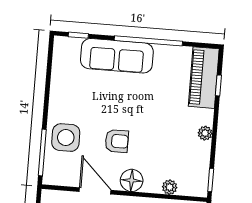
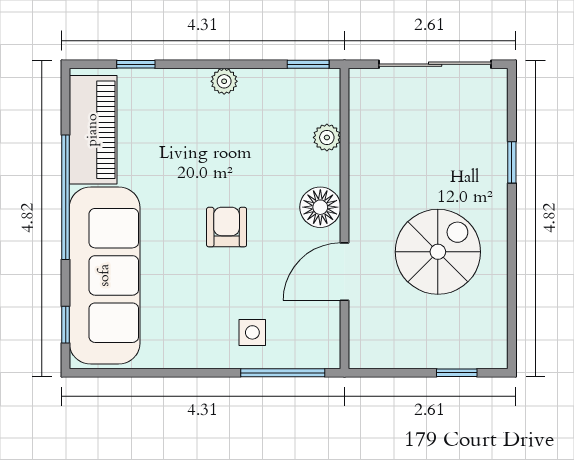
sofa: (117, 56) -> (105, 275), width x1.36, depth x1.27
piano: (204, 78) -> (93, 130), moved, turned -90
side table: (66, 138) -> (252, 332), width x0.54, depth x0.54
armchair: (117, 141) -> (227, 227), moved

